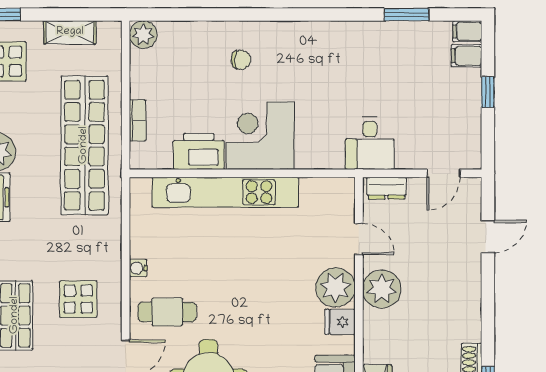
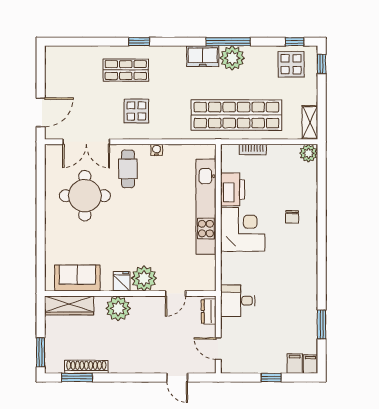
shelving: (70, 32) -> (310, 122), moved
plant: (382, 289) -> (118, 308), moved

